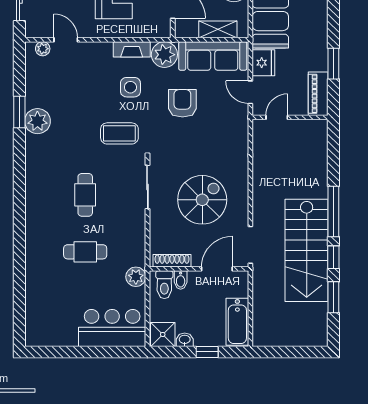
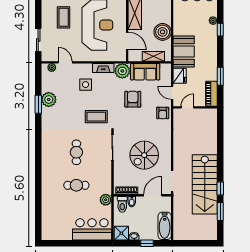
sofa: (213, 56) -> (145, 72), width x0.73
side table: (130, 87) -> (86, 85), moved
plant: (37, 121) -> (49, 100), moved
armchair: (234, 127) -> (163, 113), added
spiral stairs: (202, 200) -> (144, 155), turned 180
window: (333, 211) -> (220, 162), removed

